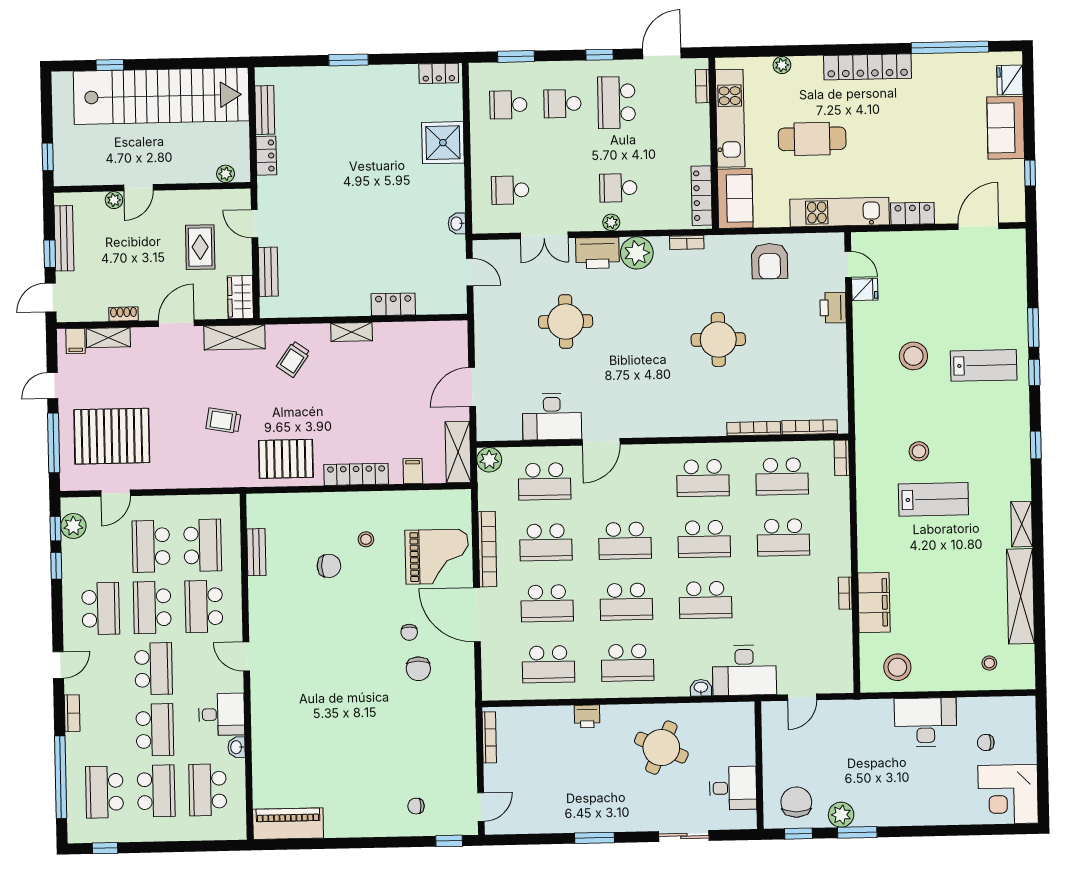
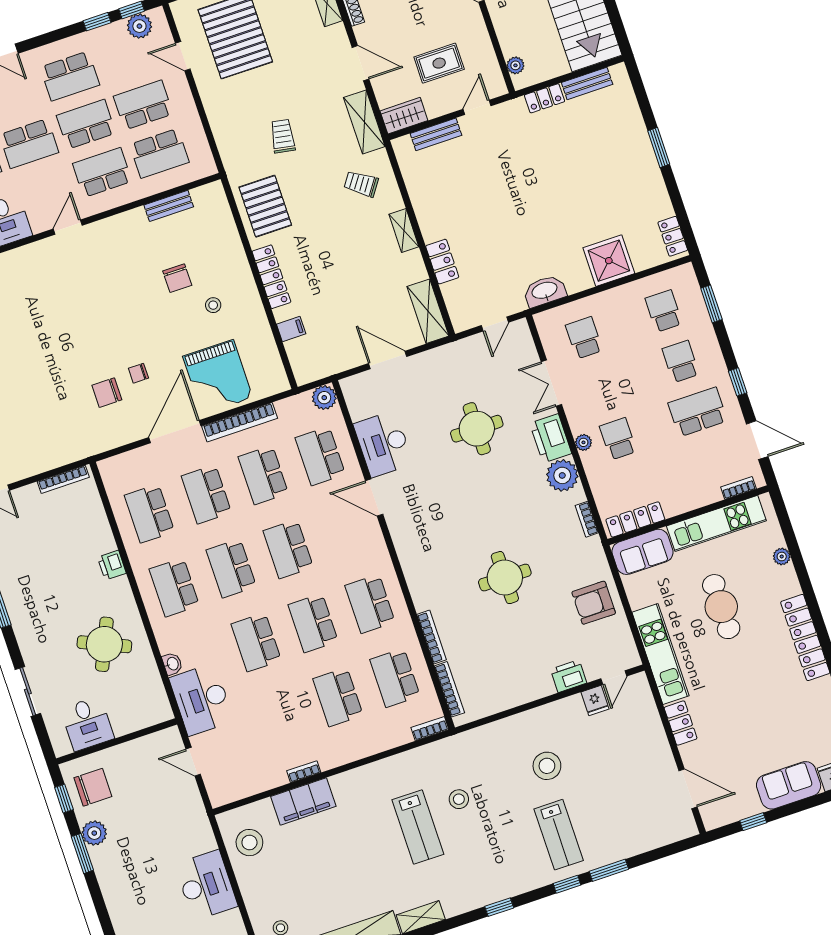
washbasin: (457, 224) -> (545, 291), width x1.91, depth x1.45
shelving: (458, 452) -> (428, 311), moved, turned 90

